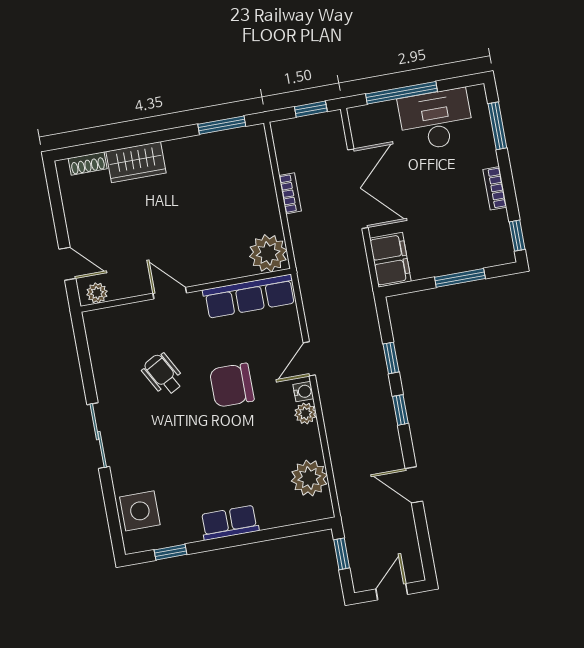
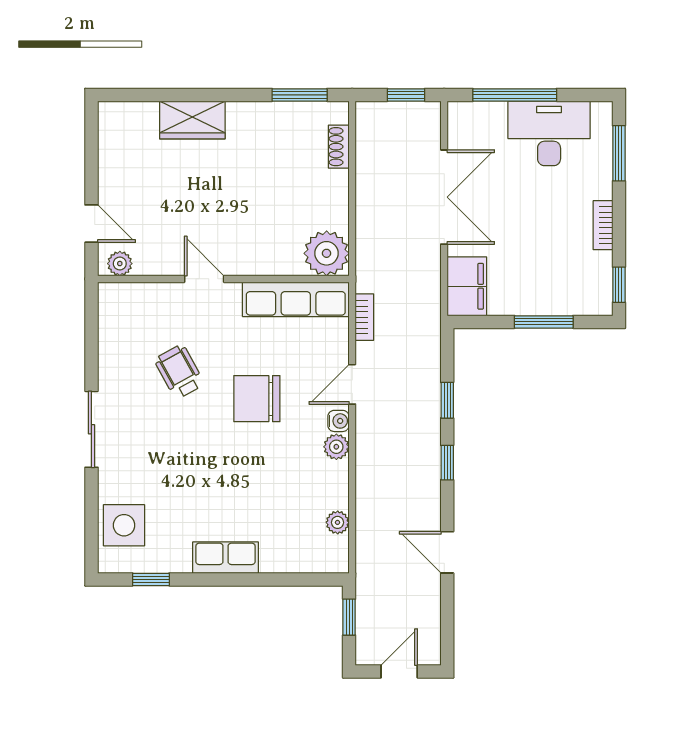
shoe rack: (88, 164) -> (339, 147), moved, turned 90
bookcase: (290, 193) -> (364, 317), moved
plant: (309, 478) -> (338, 522), width x0.53, depth x0.53

